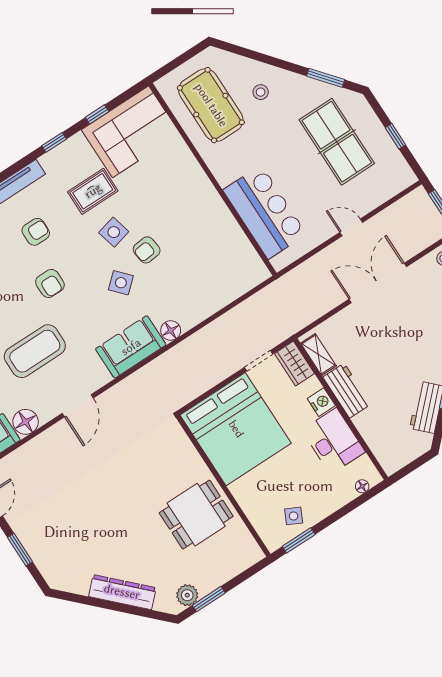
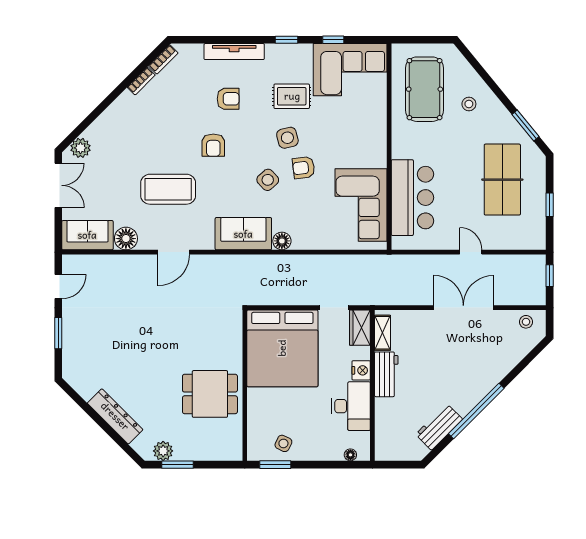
corner sofa: (222, 250) -> (361, 205), added

